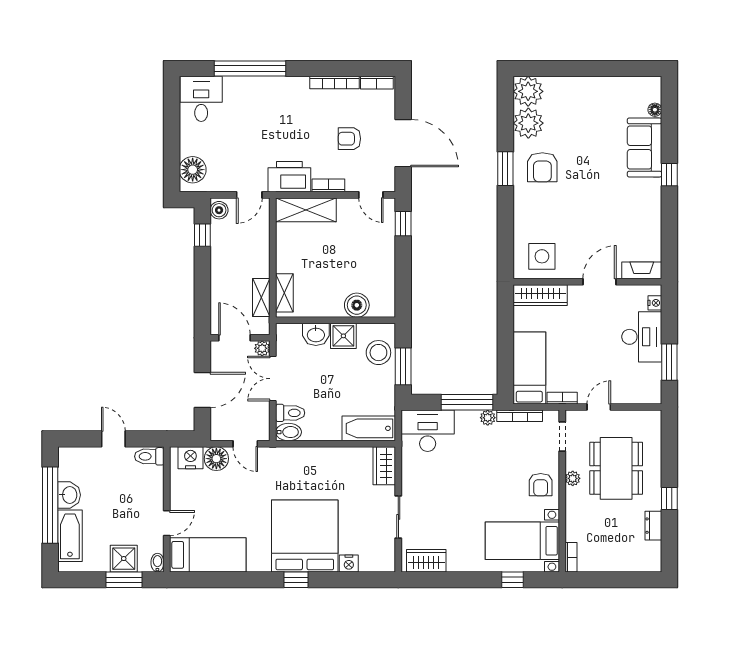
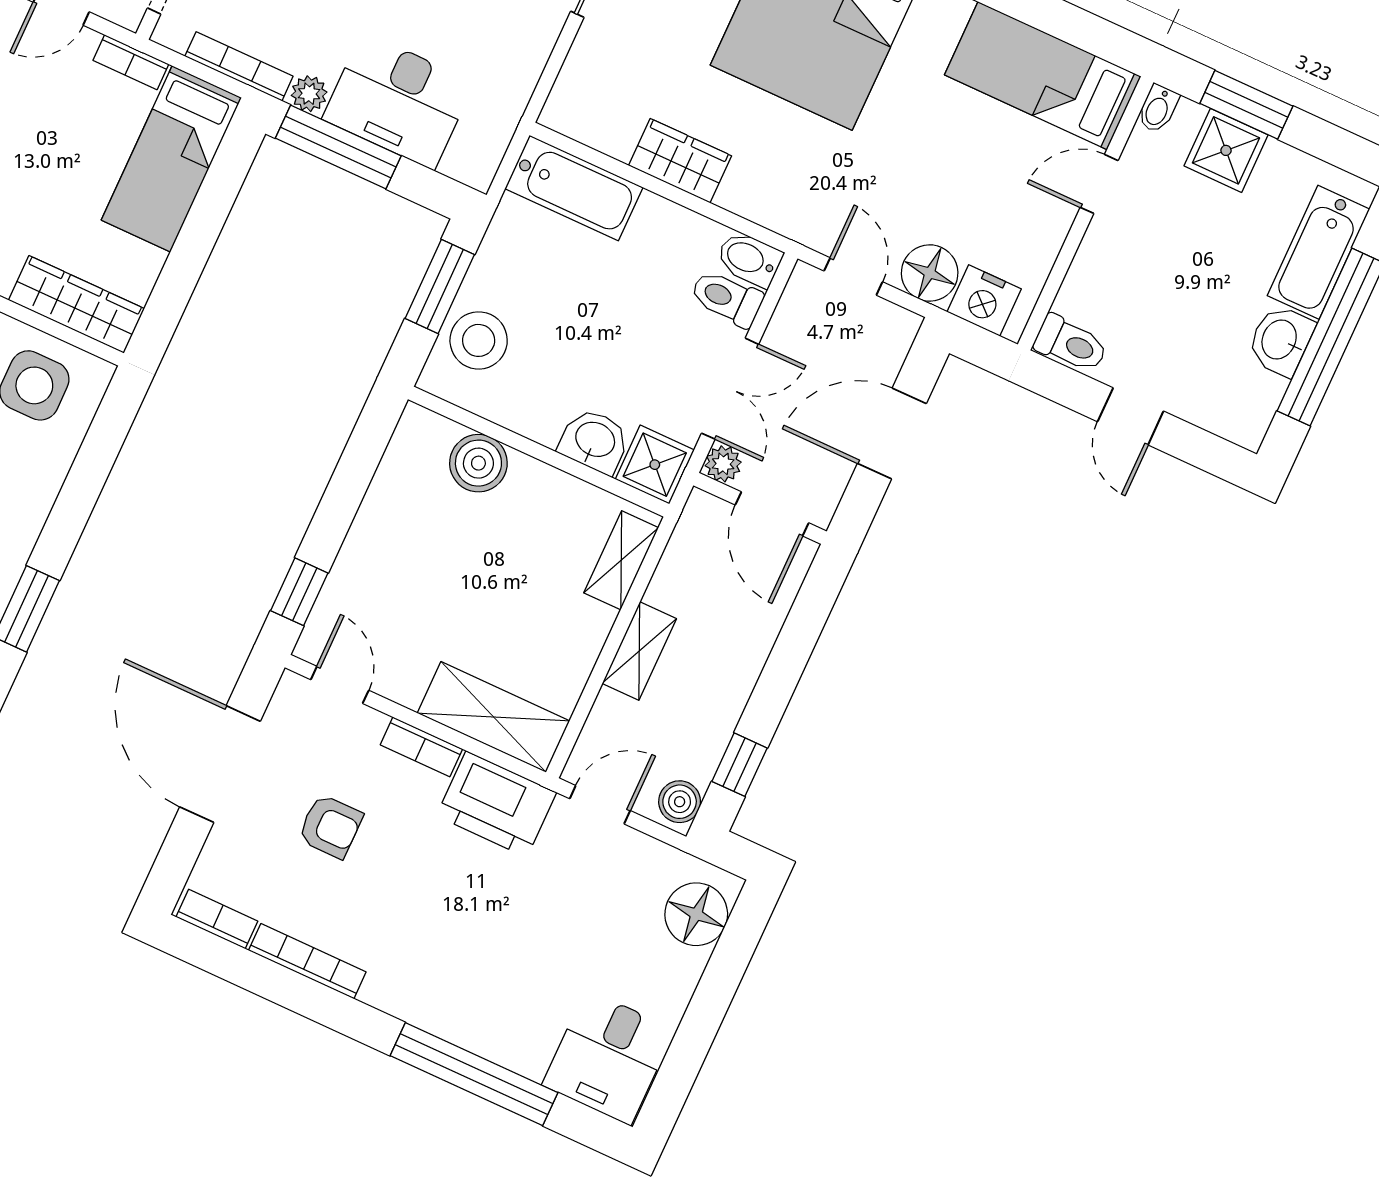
shelving: (261, 298) -> (639, 651), moved
shower: (343, 336) -> (655, 465), moved
desk: (428, 431) -> (398, 101), moved
wardrobe: (384, 466) -> (680, 161), moved, turned -90

